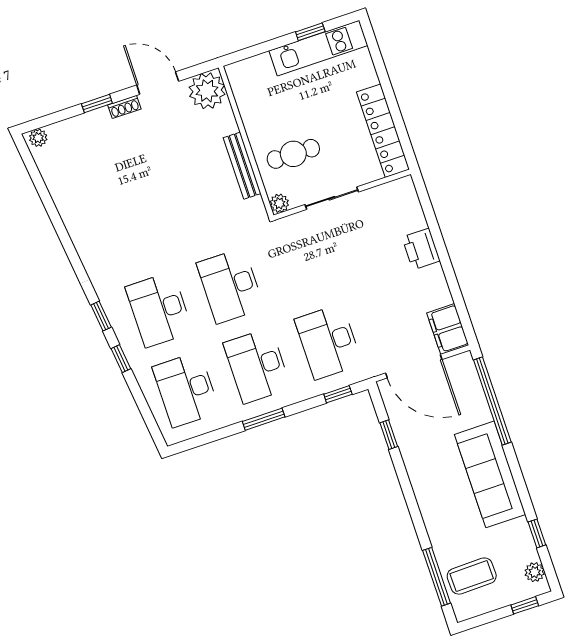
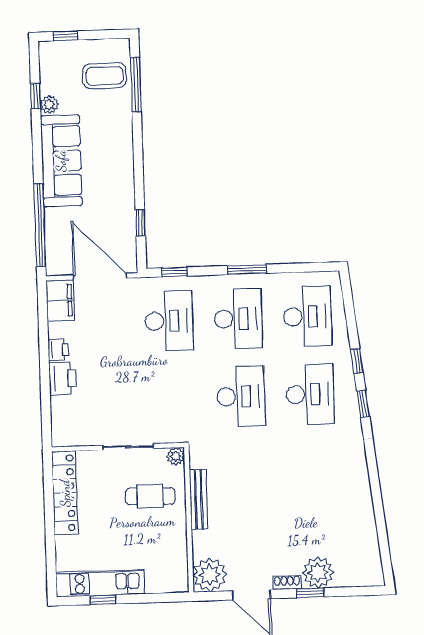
plant: (38, 138) -> (318, 573), moved, width x1.88, depth x1.88
printer: (434, 277) -> (58, 350), added
plant: (535, 572) -> (49, 105), moved

